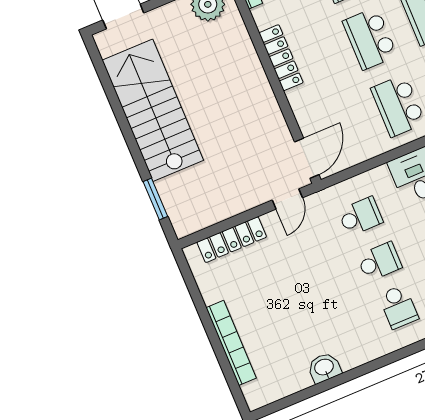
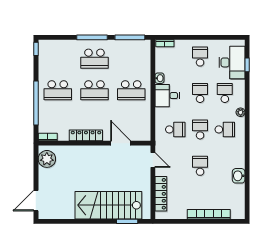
stairs: (153, 110) -> (108, 205), moved
door: (307, 158) -> (121, 143), moved
school desk: (360, 216) -> (175, 129), turned 90
school desk: (313, 290) -> (200, 166), added

